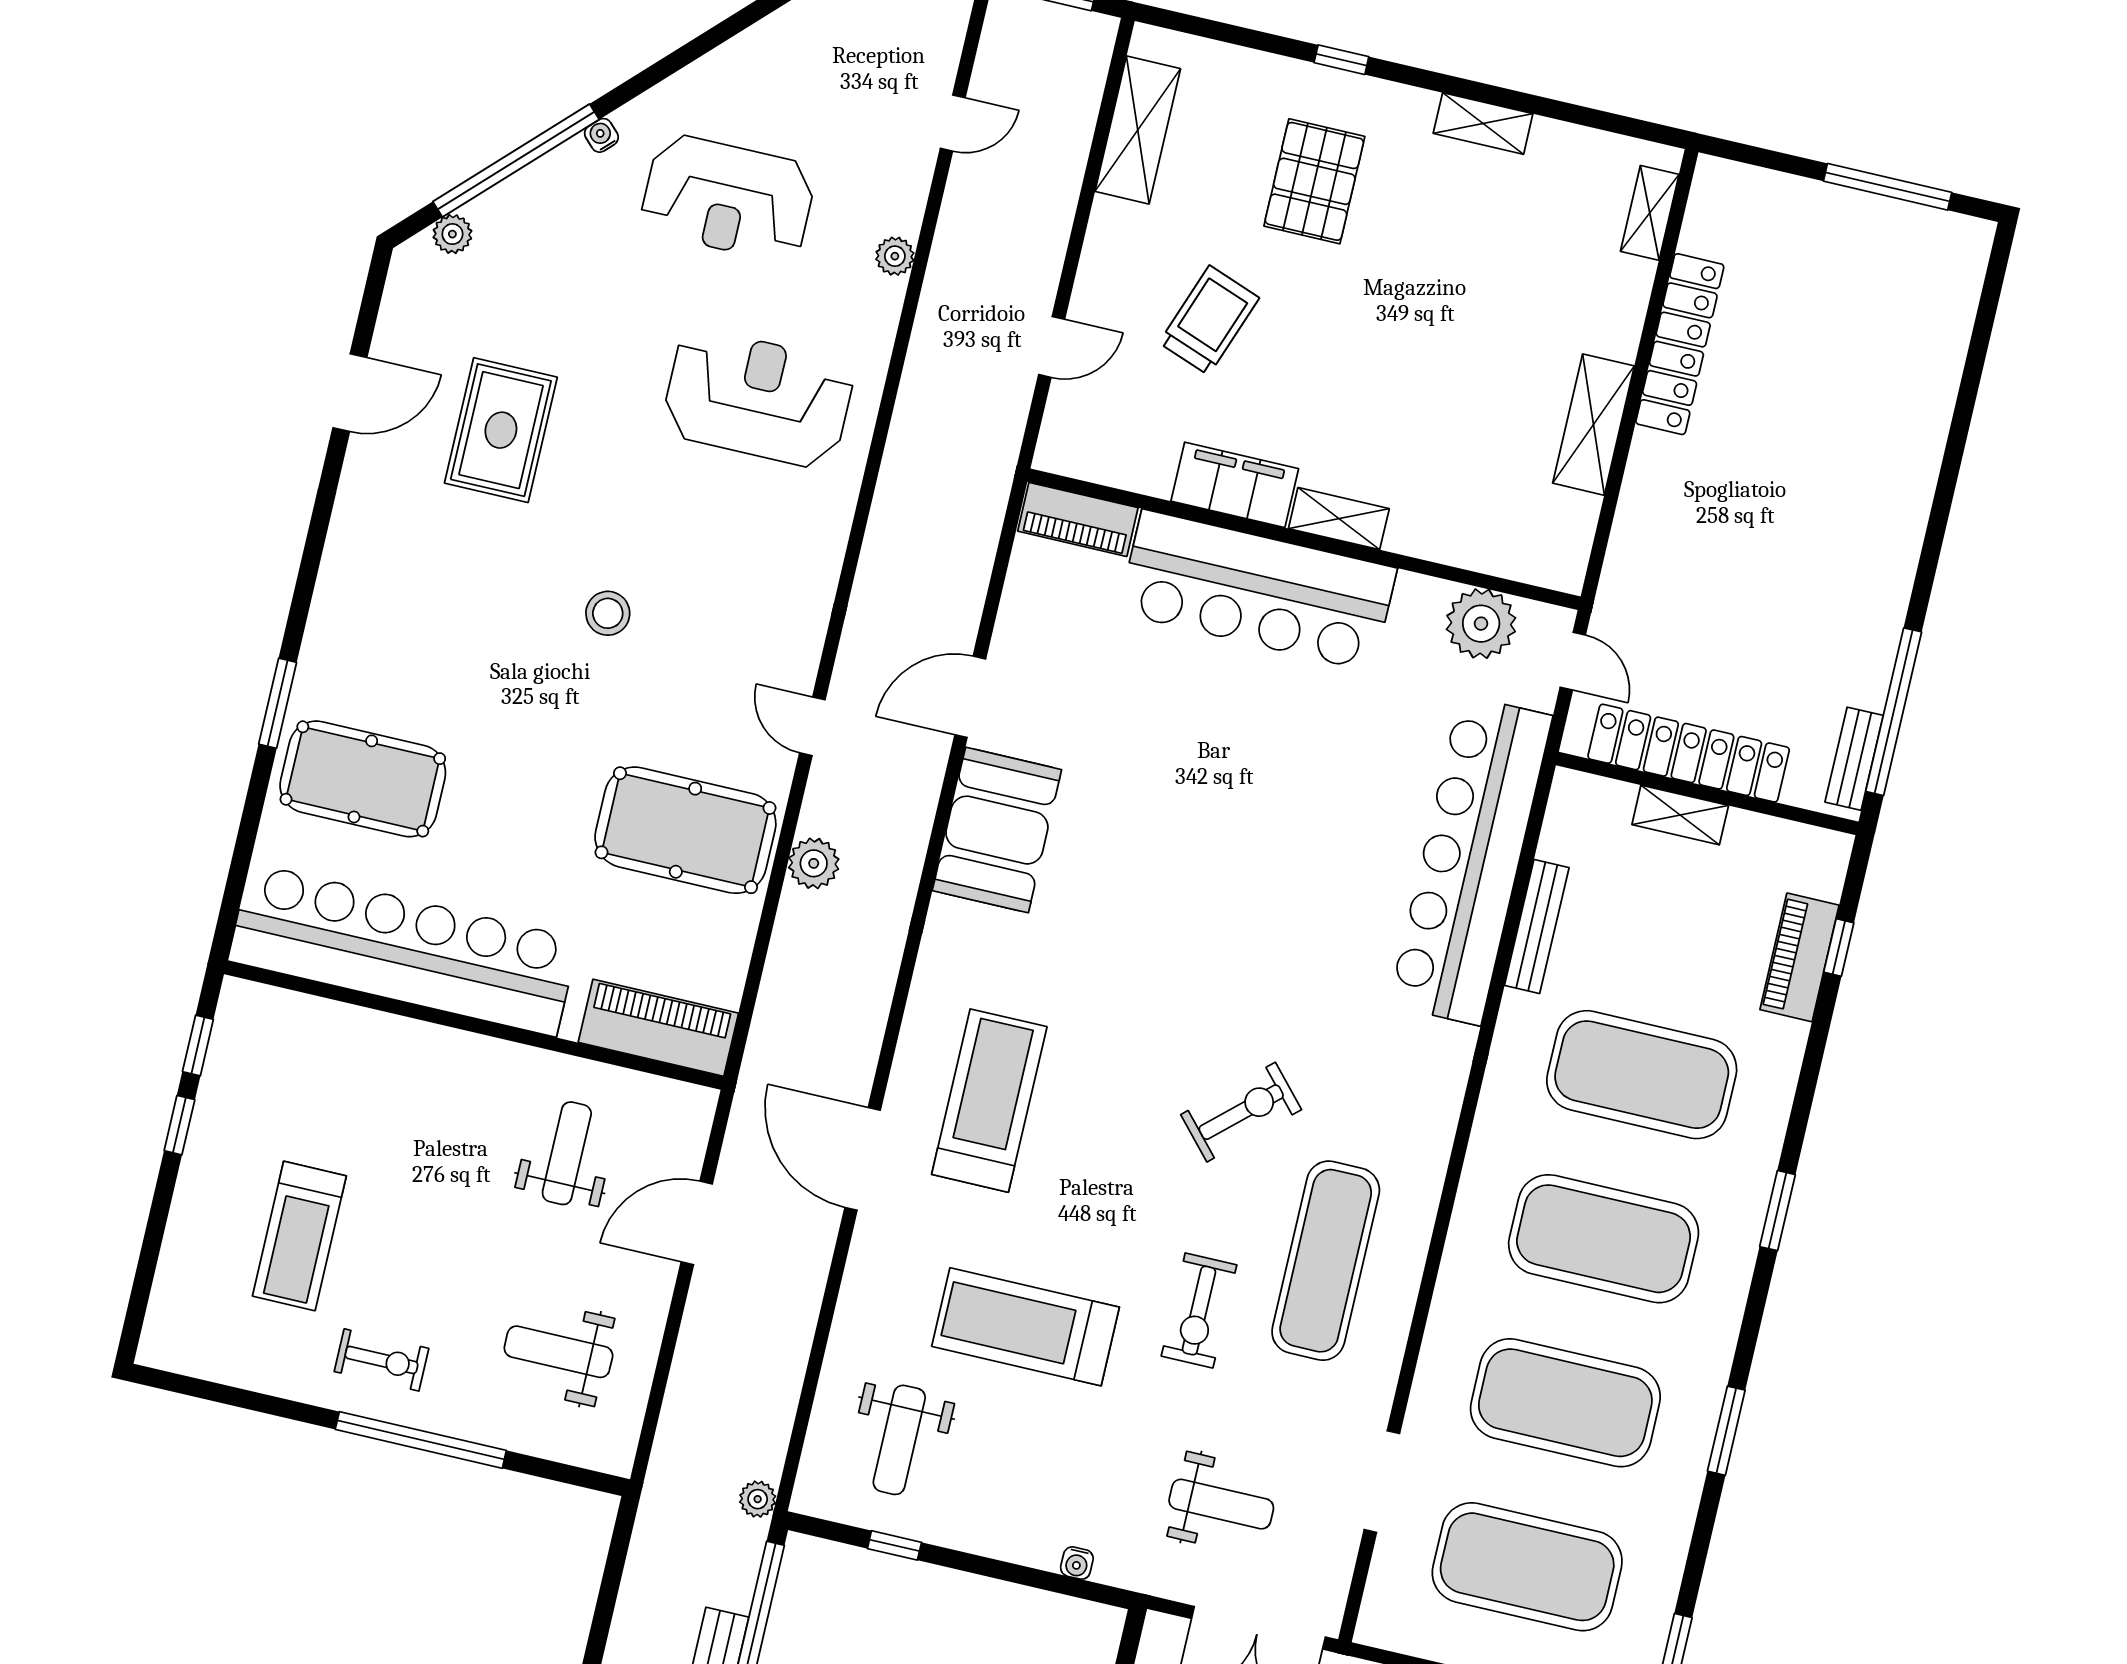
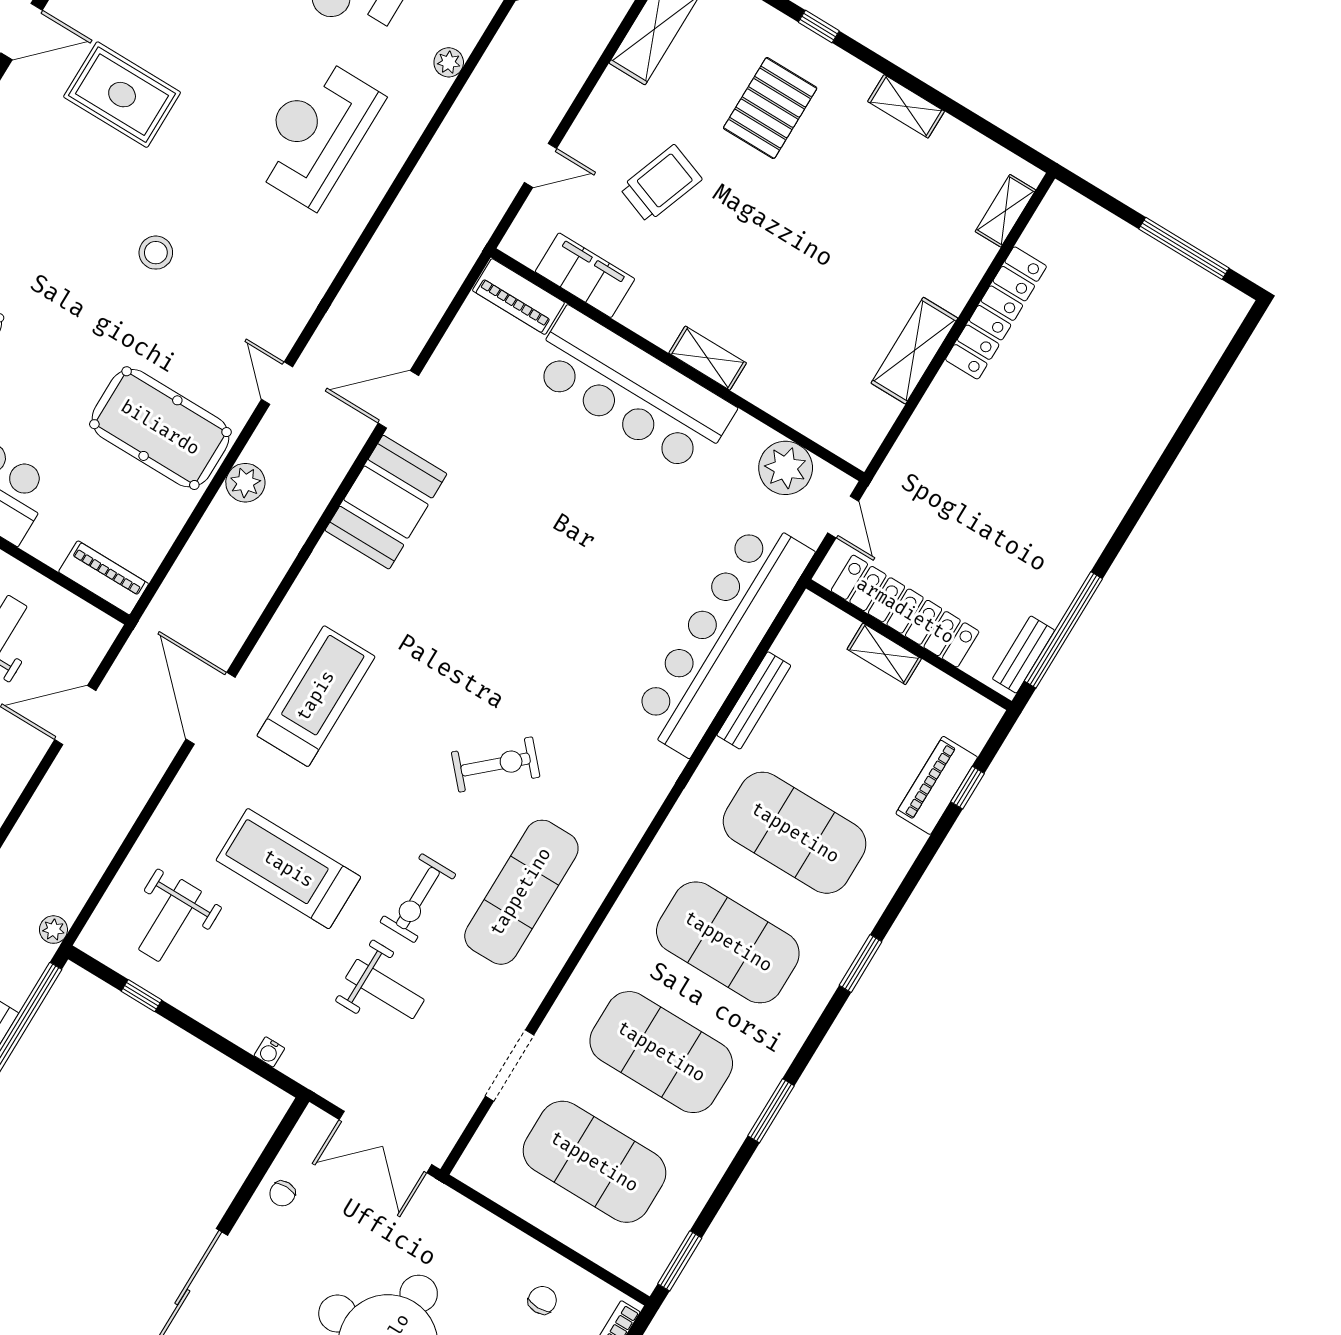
reception desk: (758, 398) -> (316, 133), turned -90
rug: (501, 430) -> (122, 95), turned 90
filing cabinet: (1235, 485) -> (585, 275), moved
piano: (658, 1028) -> (104, 578), width x0.73, depth x0.75
weight bench: (1221, 1504) -> (385, 989), moved

